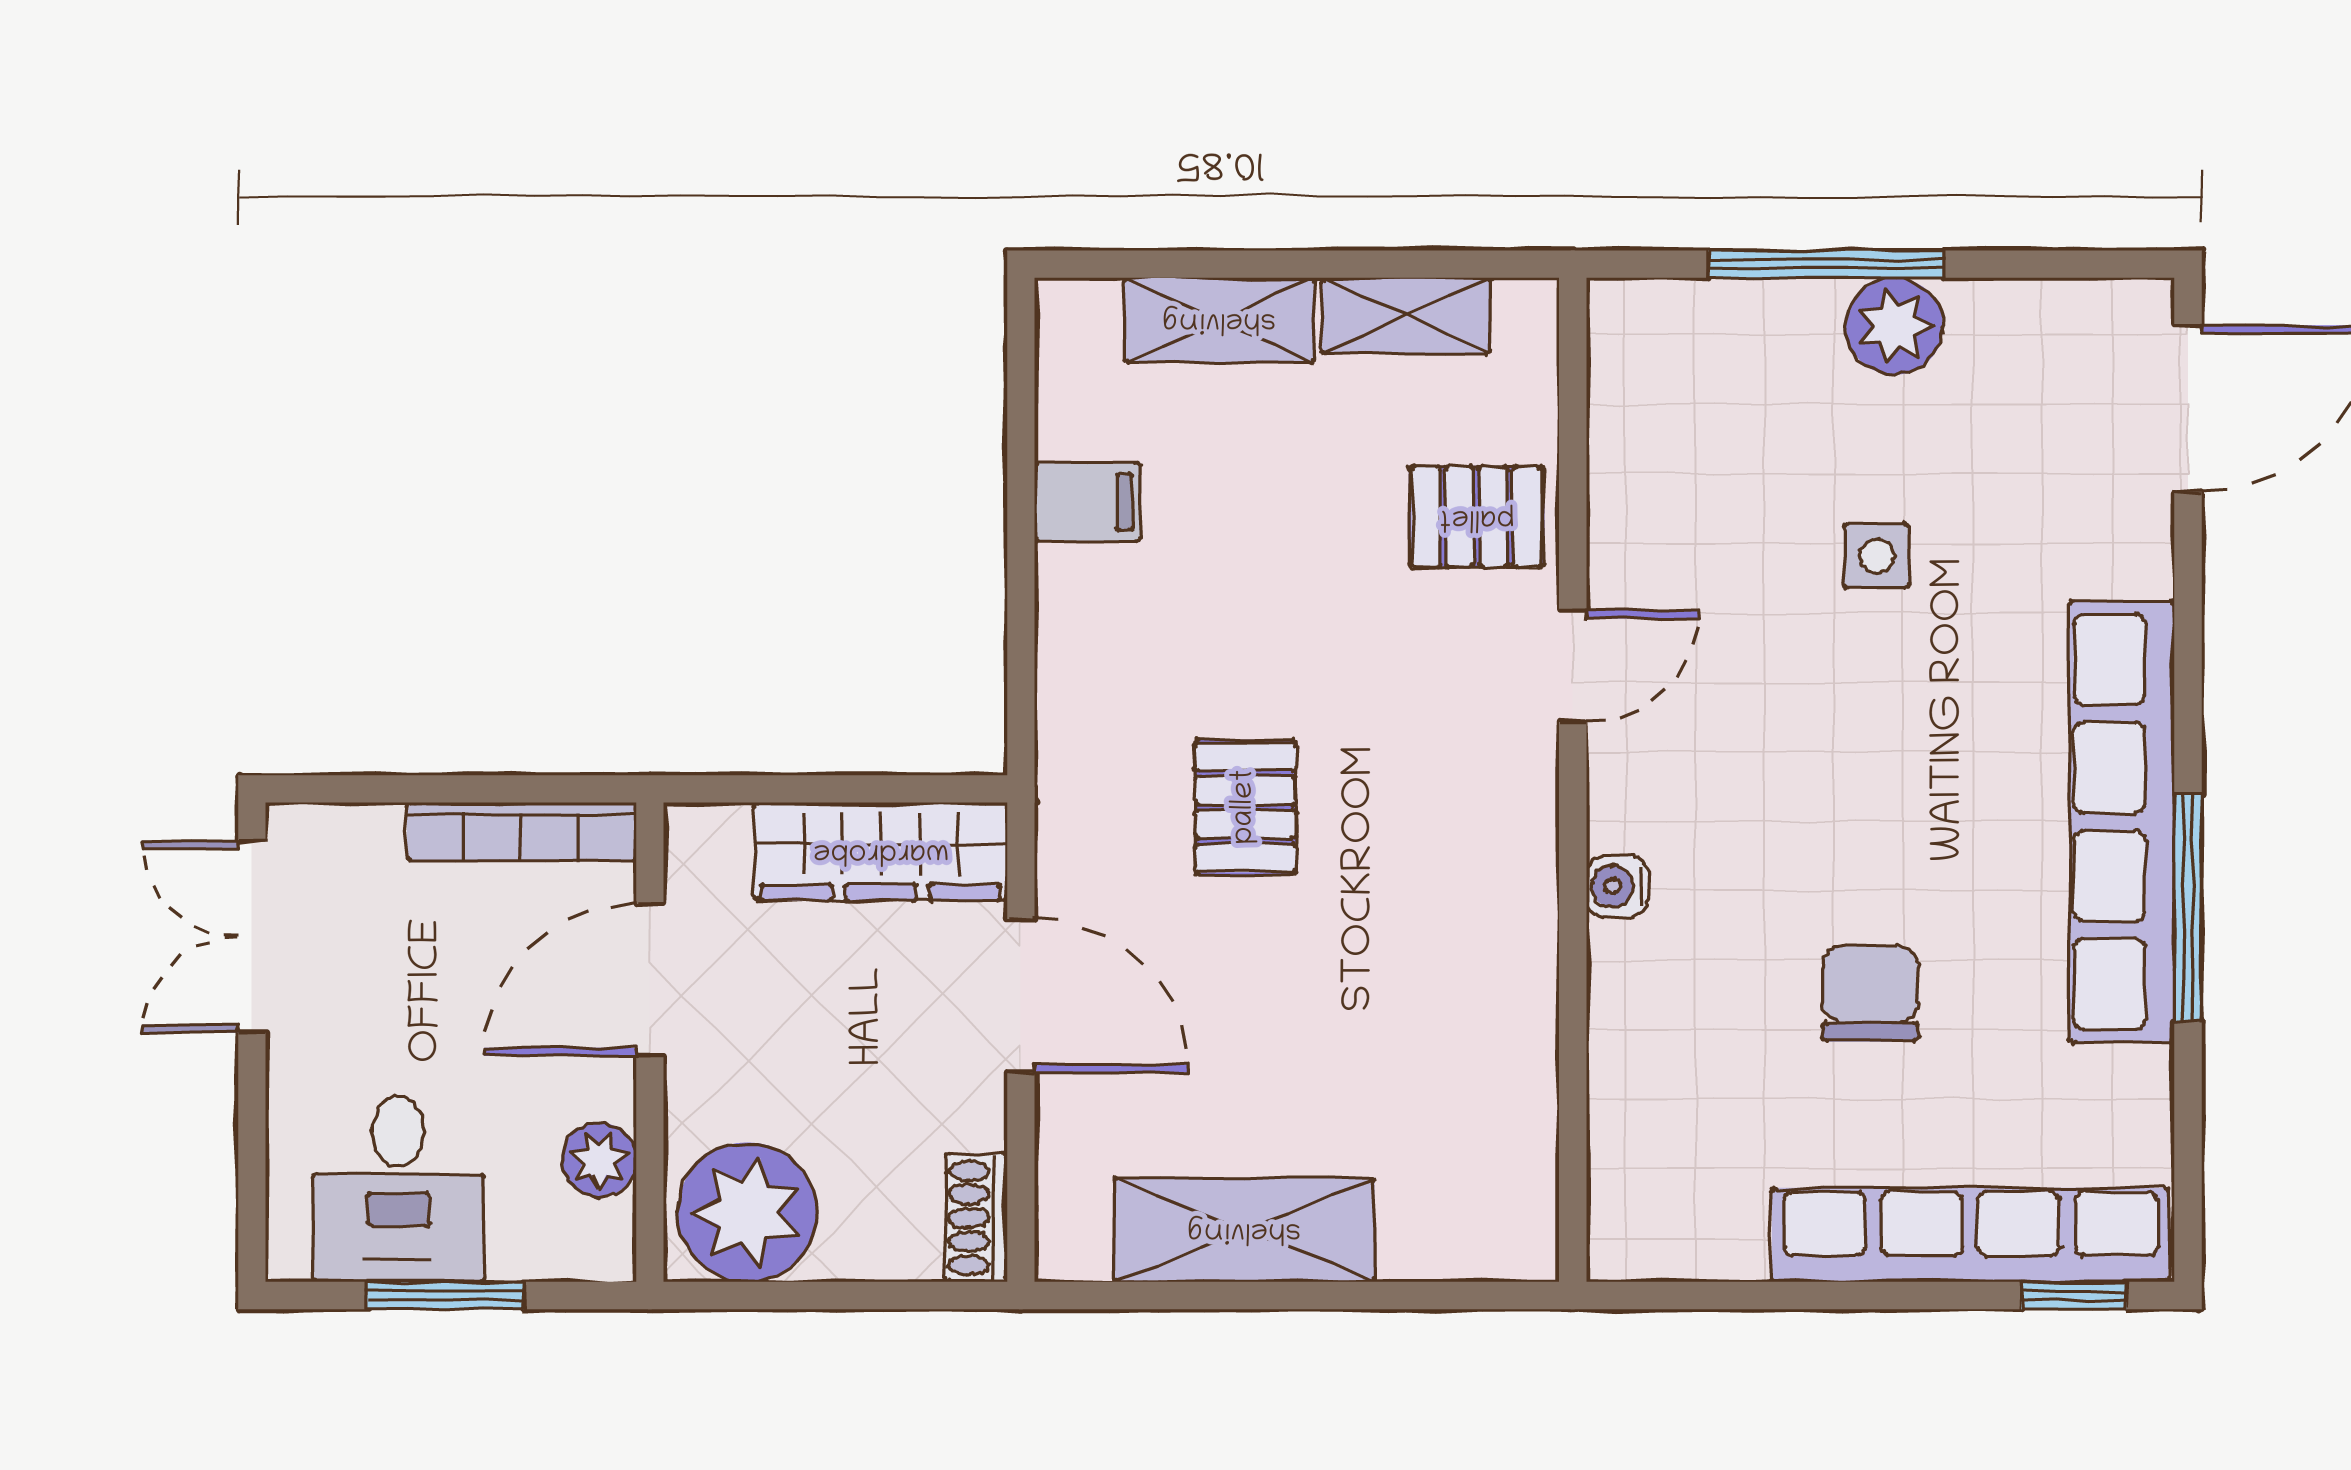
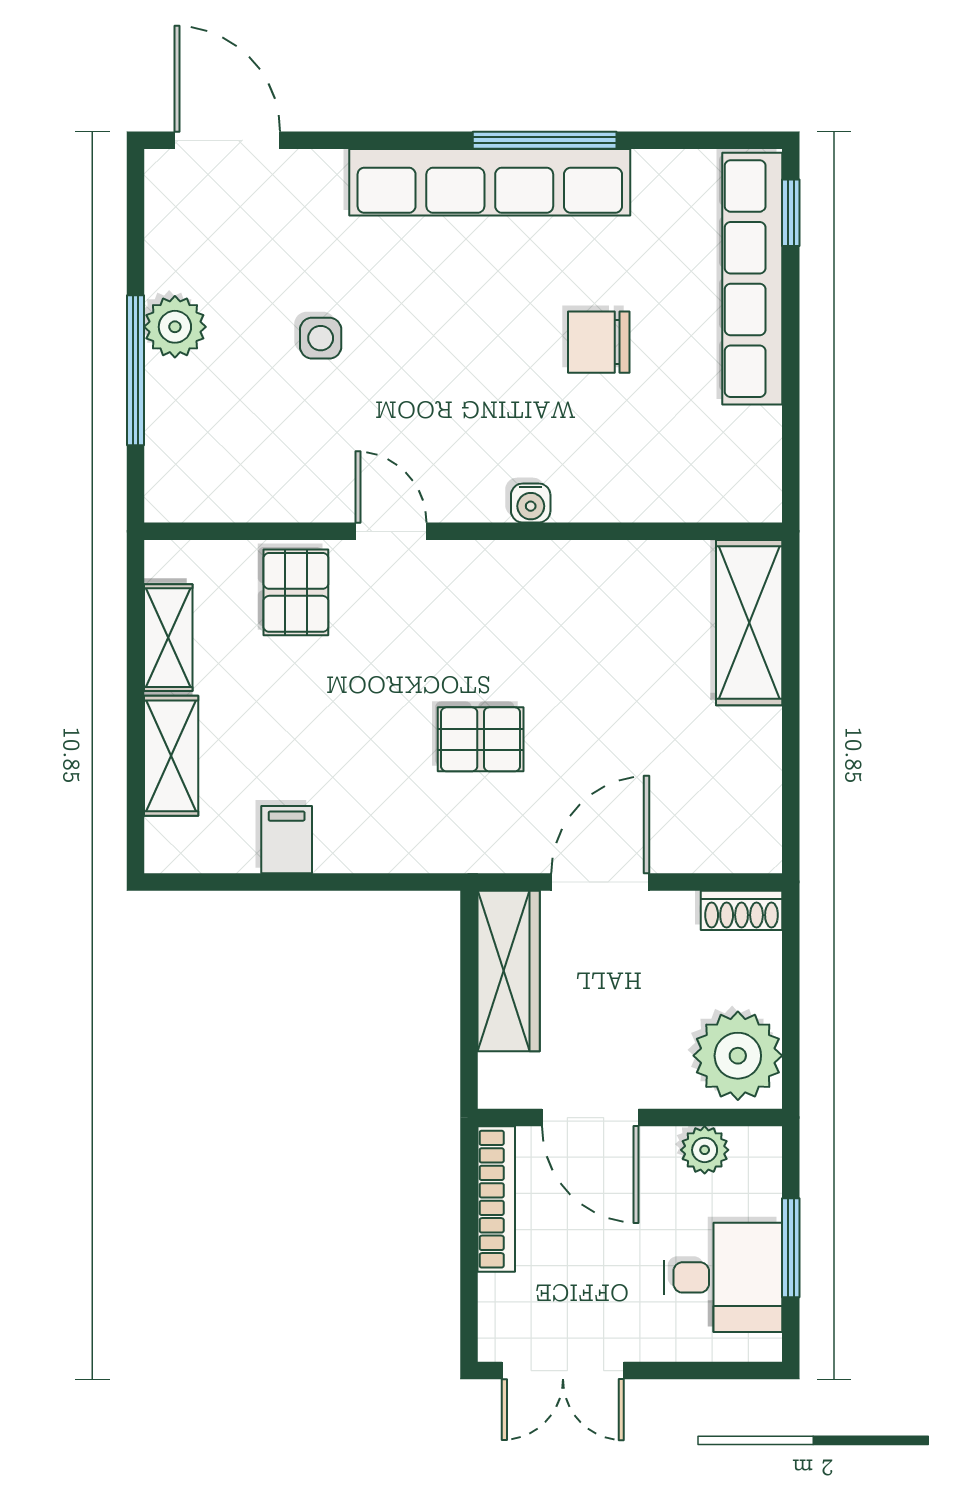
shelving: (1244, 1230) -> (749, 623), moved

